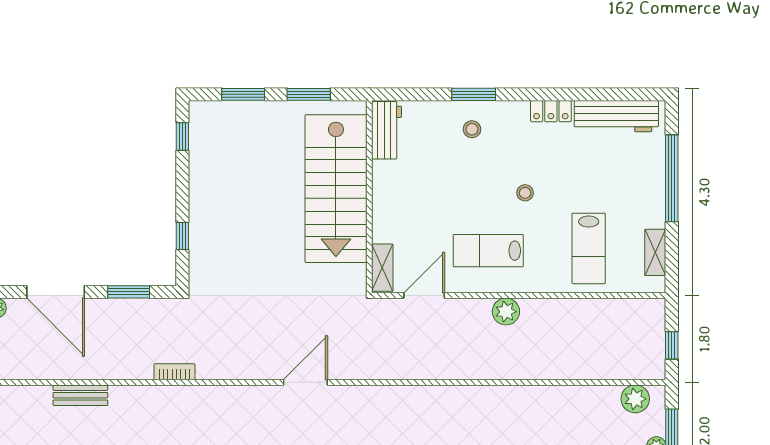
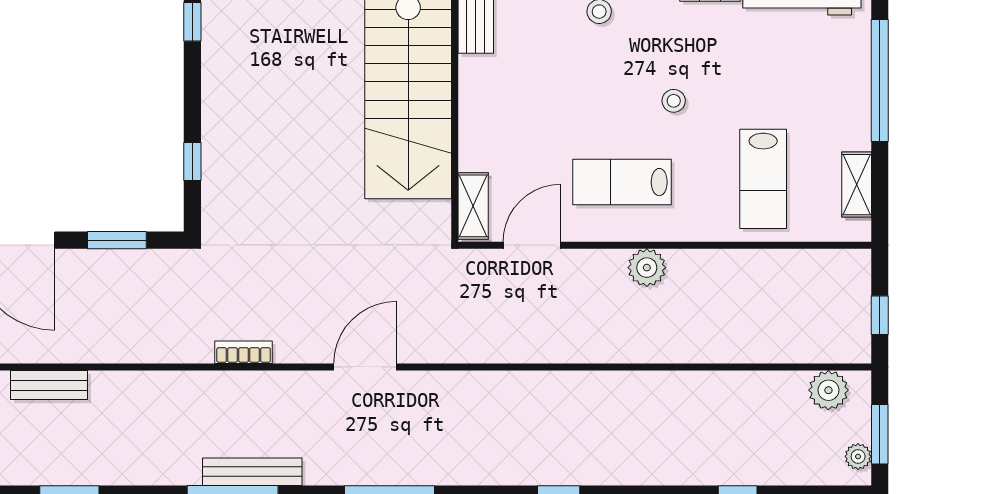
bookcase: (174, 372) -> (244, 352), moved

